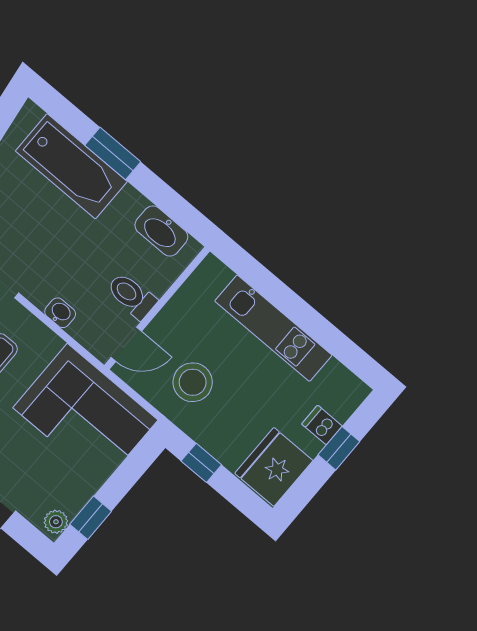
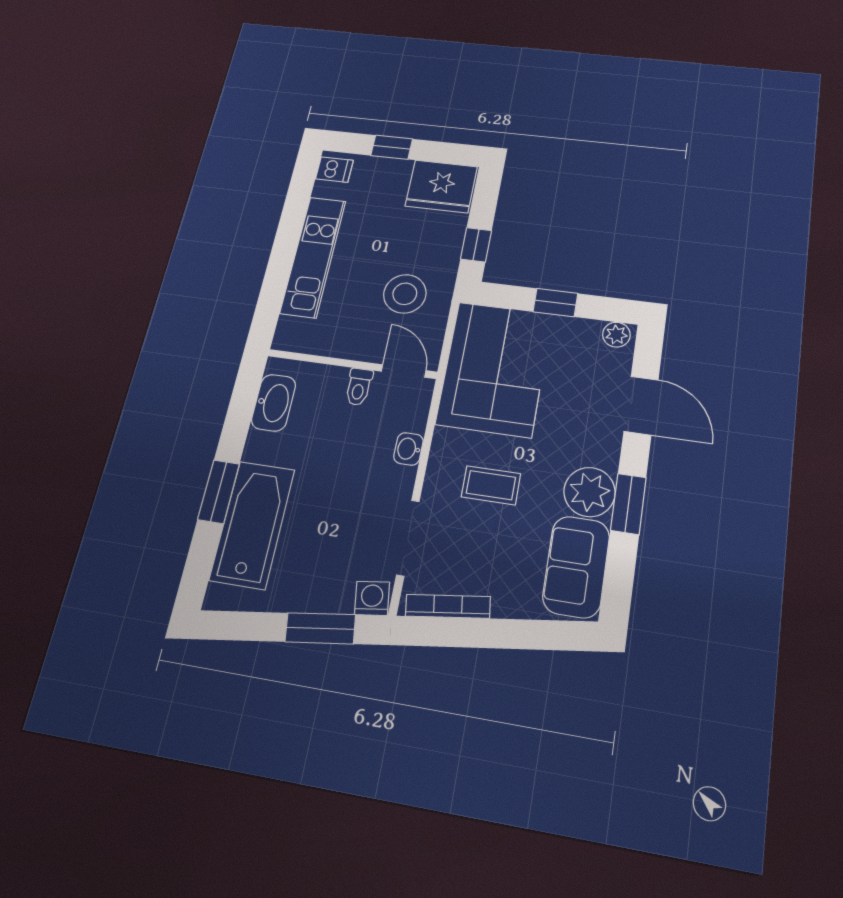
toilet: (132, 296) -> (359, 387), width x0.73, depth x0.72
dishwasher: (322, 425) -> (334, 170), moved, turned -90
window: (91, 518) -> (555, 303), moved

